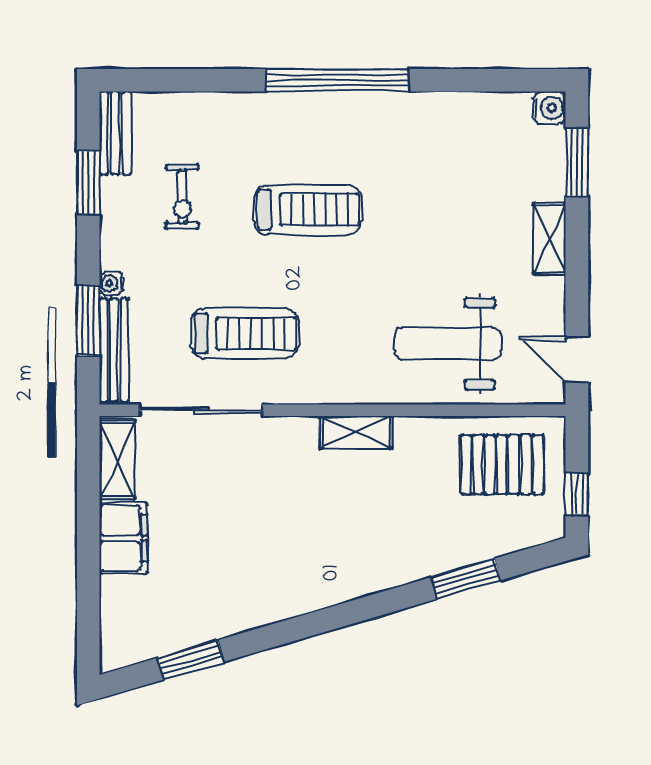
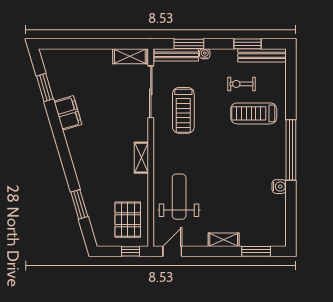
water cooler: (549, 108) -> (279, 187), moved, turned -90
bench: (115, 133) -> (262, 55), width x1.36
treadmill: (308, 210) -> (254, 113), moved, turned 90
window: (577, 494) -> (131, 251), moved
filing cabinet: (123, 538) -> (68, 113), moved, turned -106

